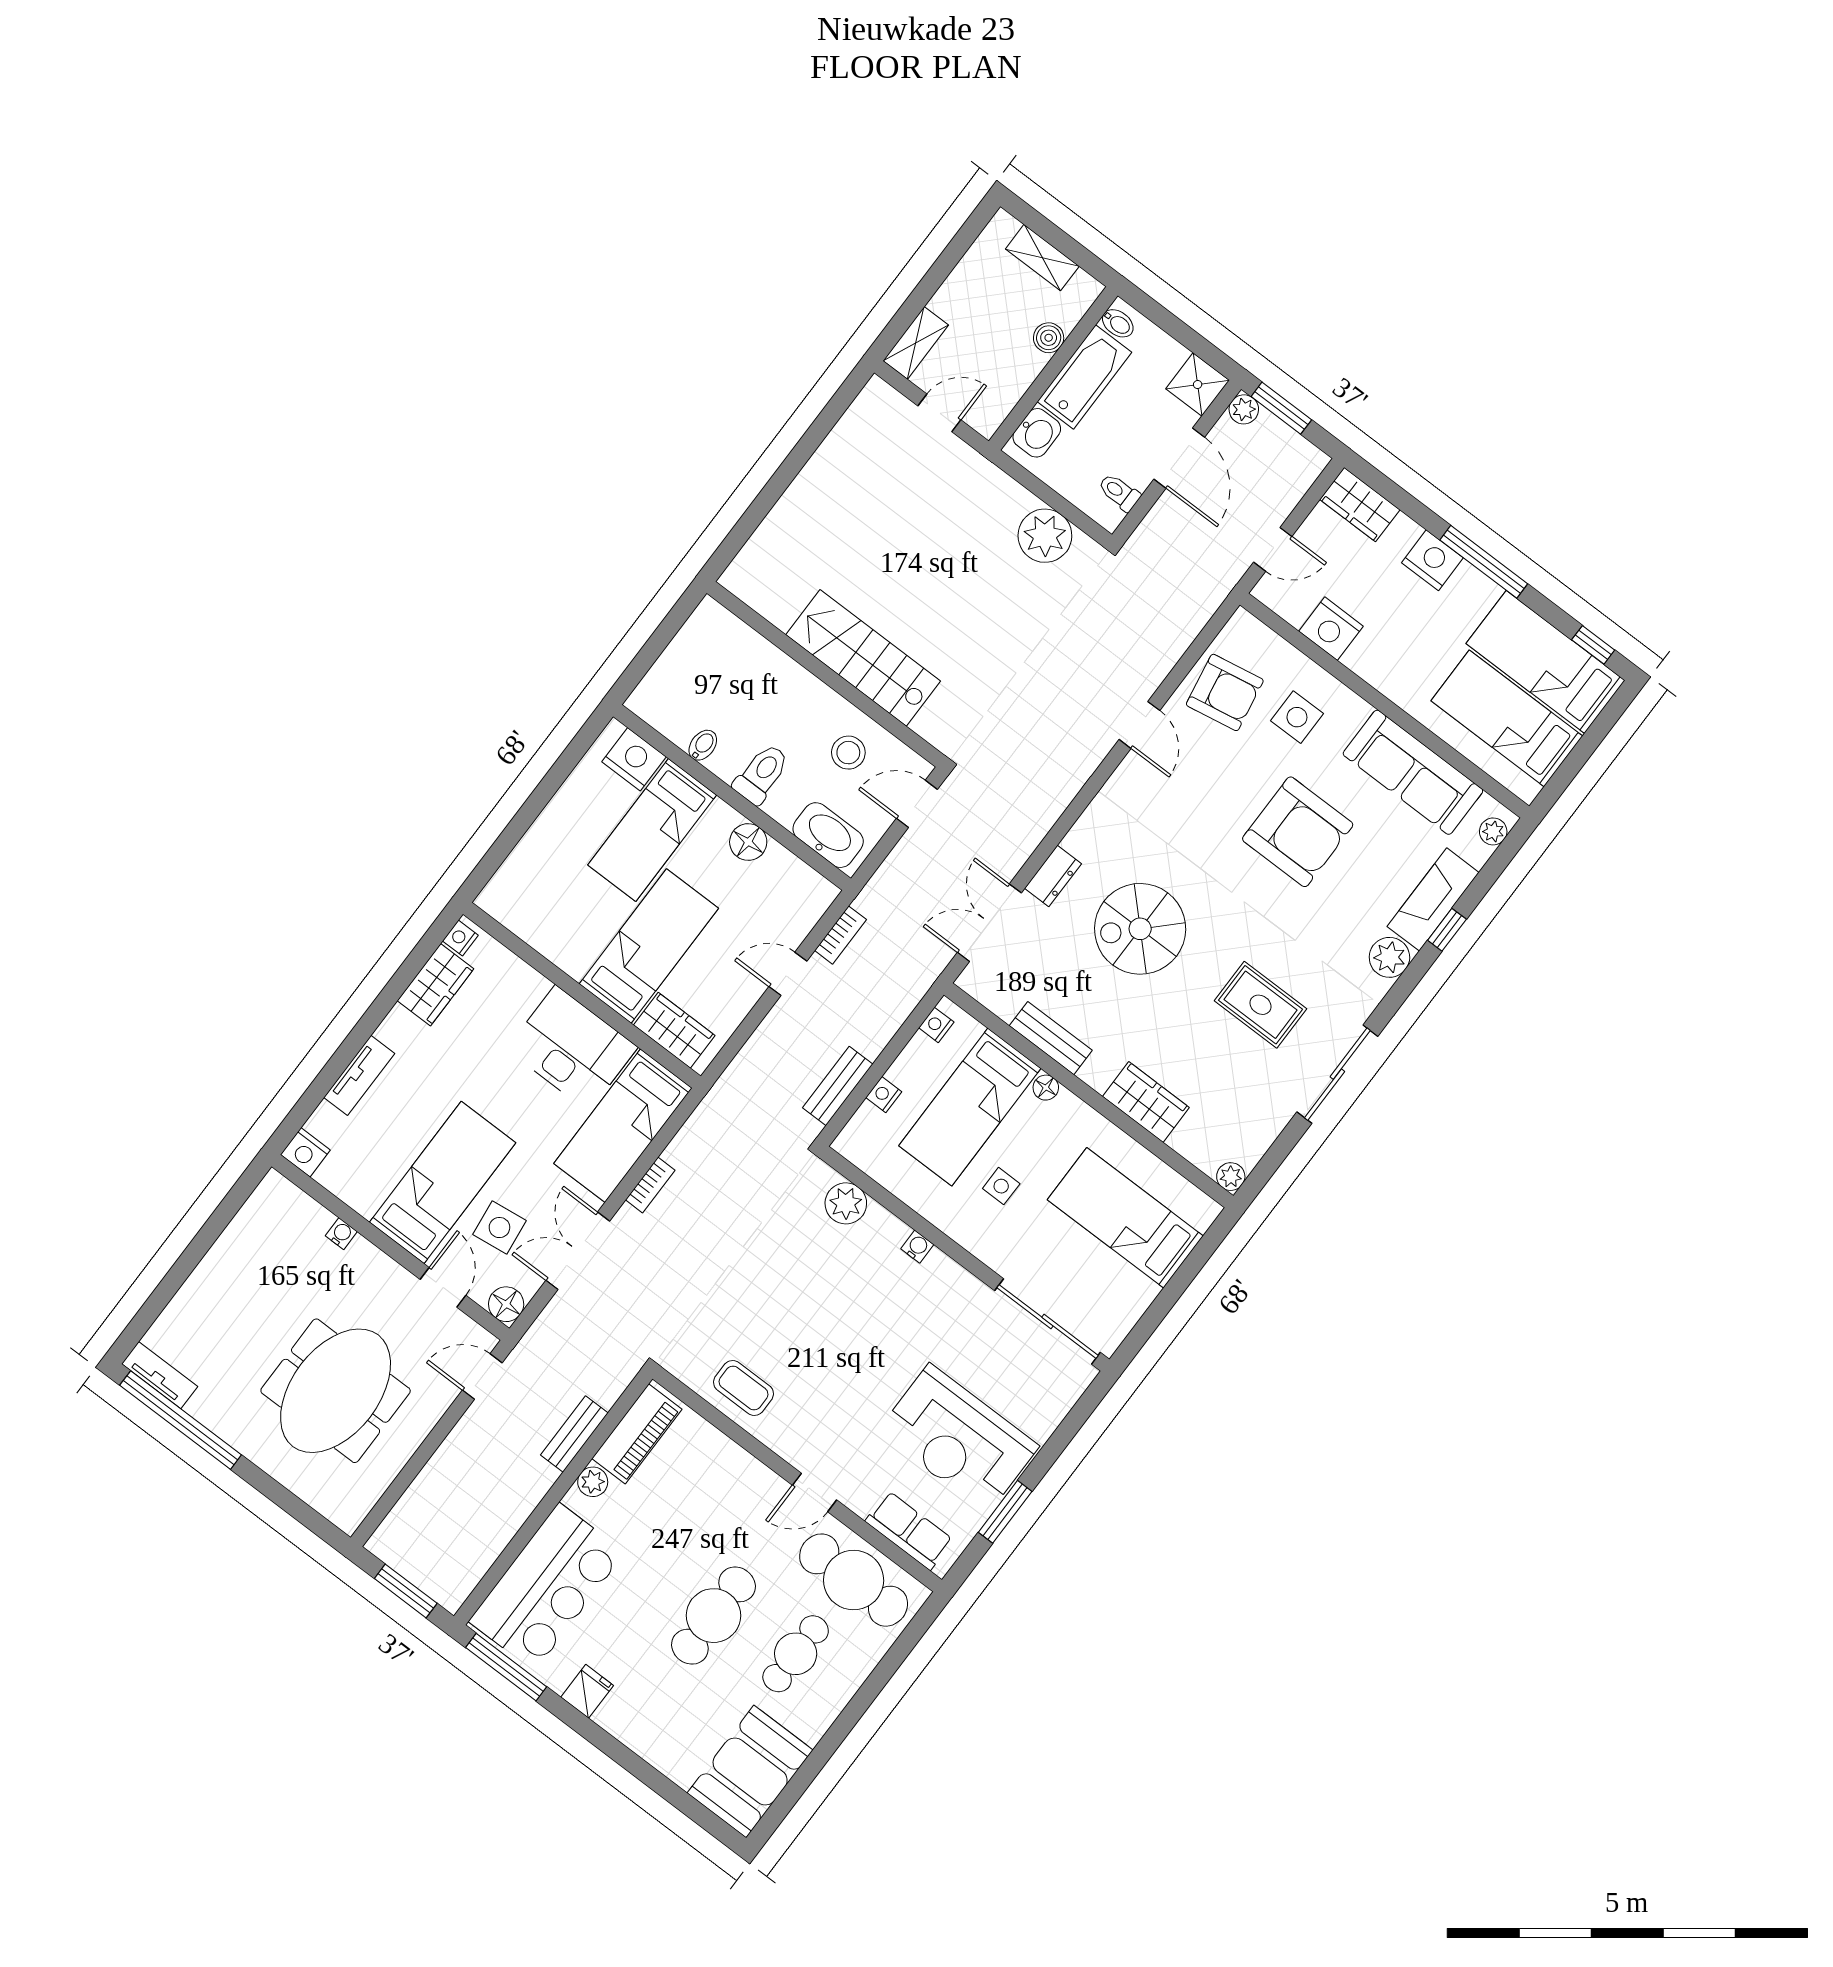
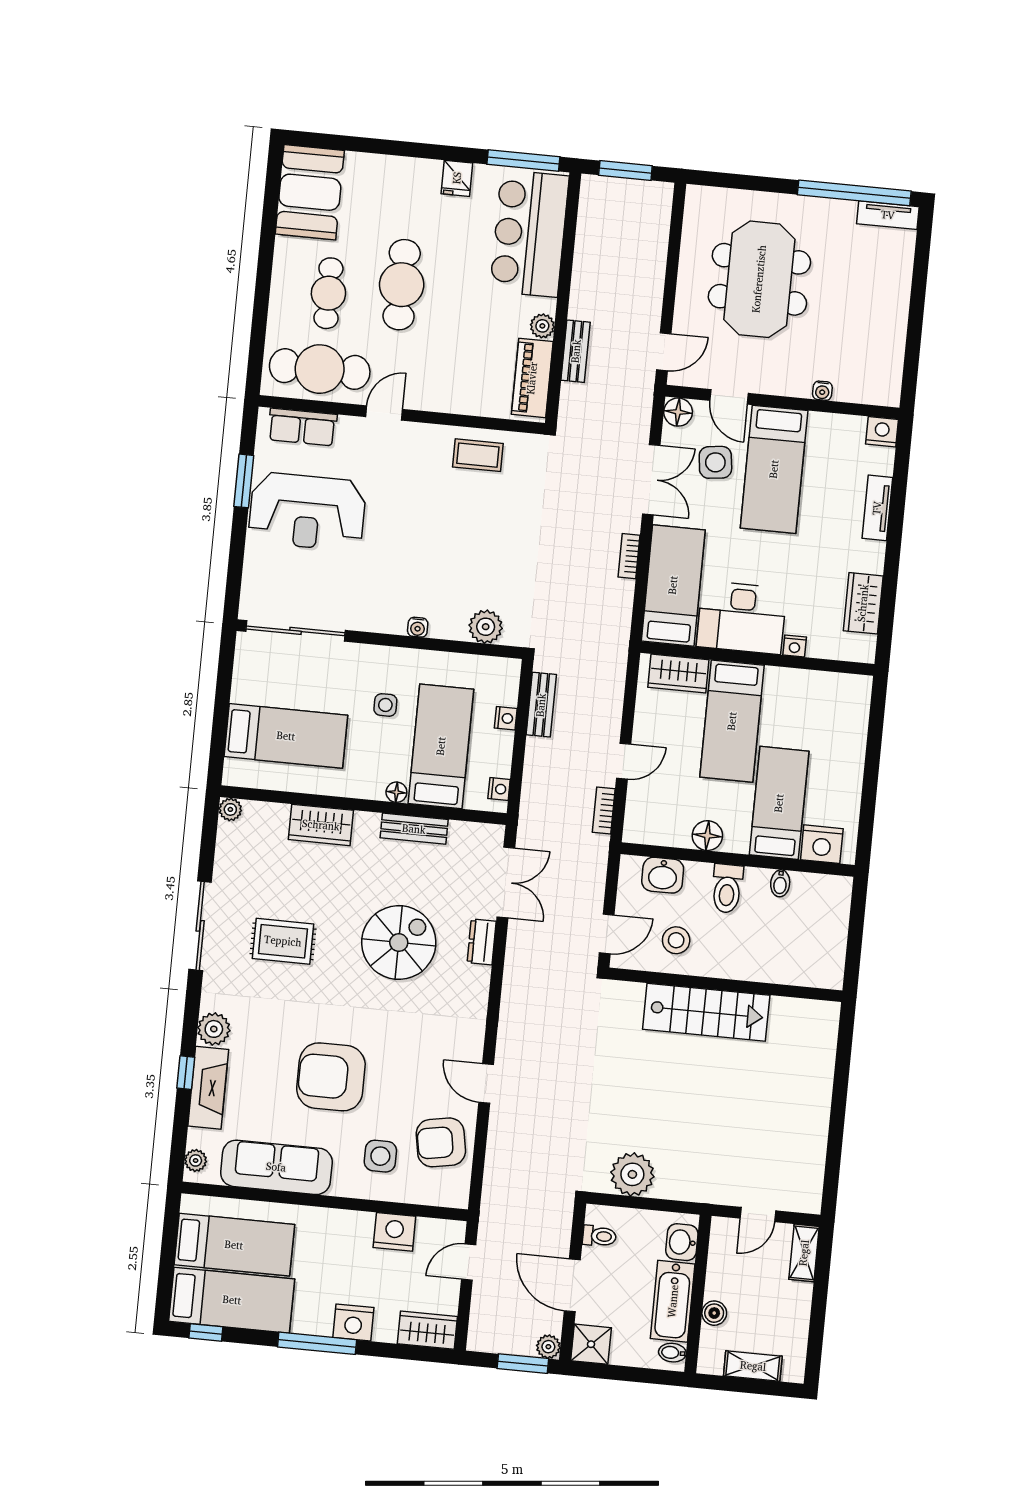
washbasin: (828, 835) -> (663, 875), width x0.72
nightstand: (460, 938) -> (795, 646), moved, turned 90
reception desk: (958, 1439) -> (307, 512), turned 180

